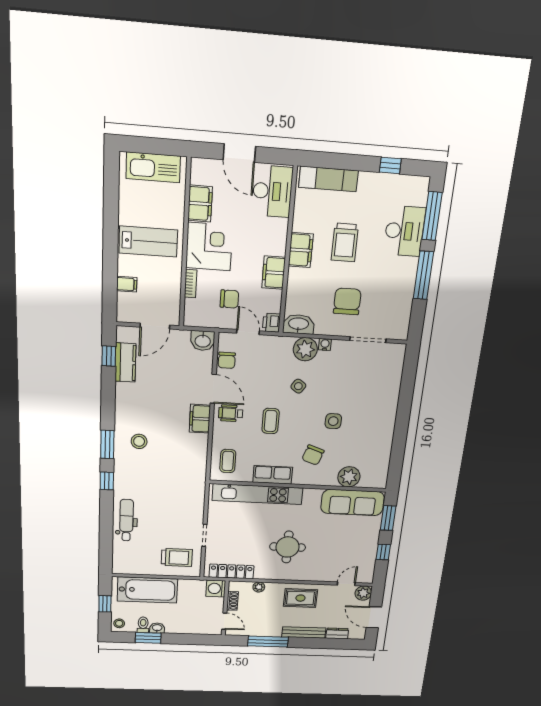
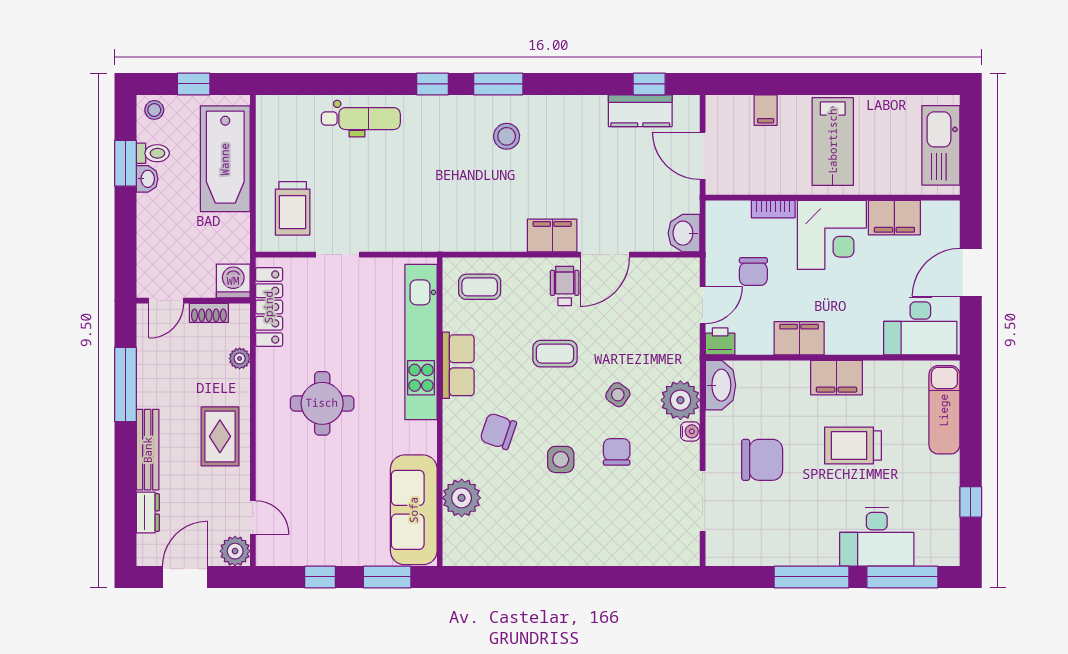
chair: (227, 360) -> (617, 452), moved, turned 90

